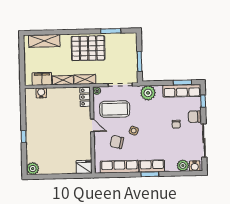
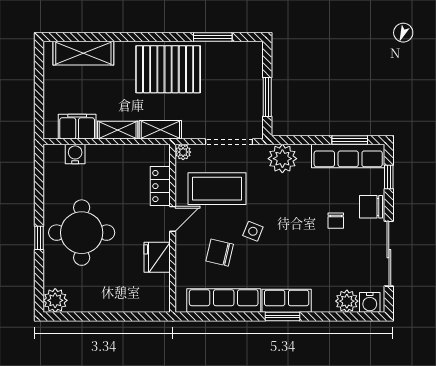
locker: (85, 97) -> (160, 186), moved
door: (92, 125) -> (173, 219), hinge flipped
round table: (45, 133) -> (82, 233), added
fridge: (84, 167) -> (157, 257), moved, turned -90

